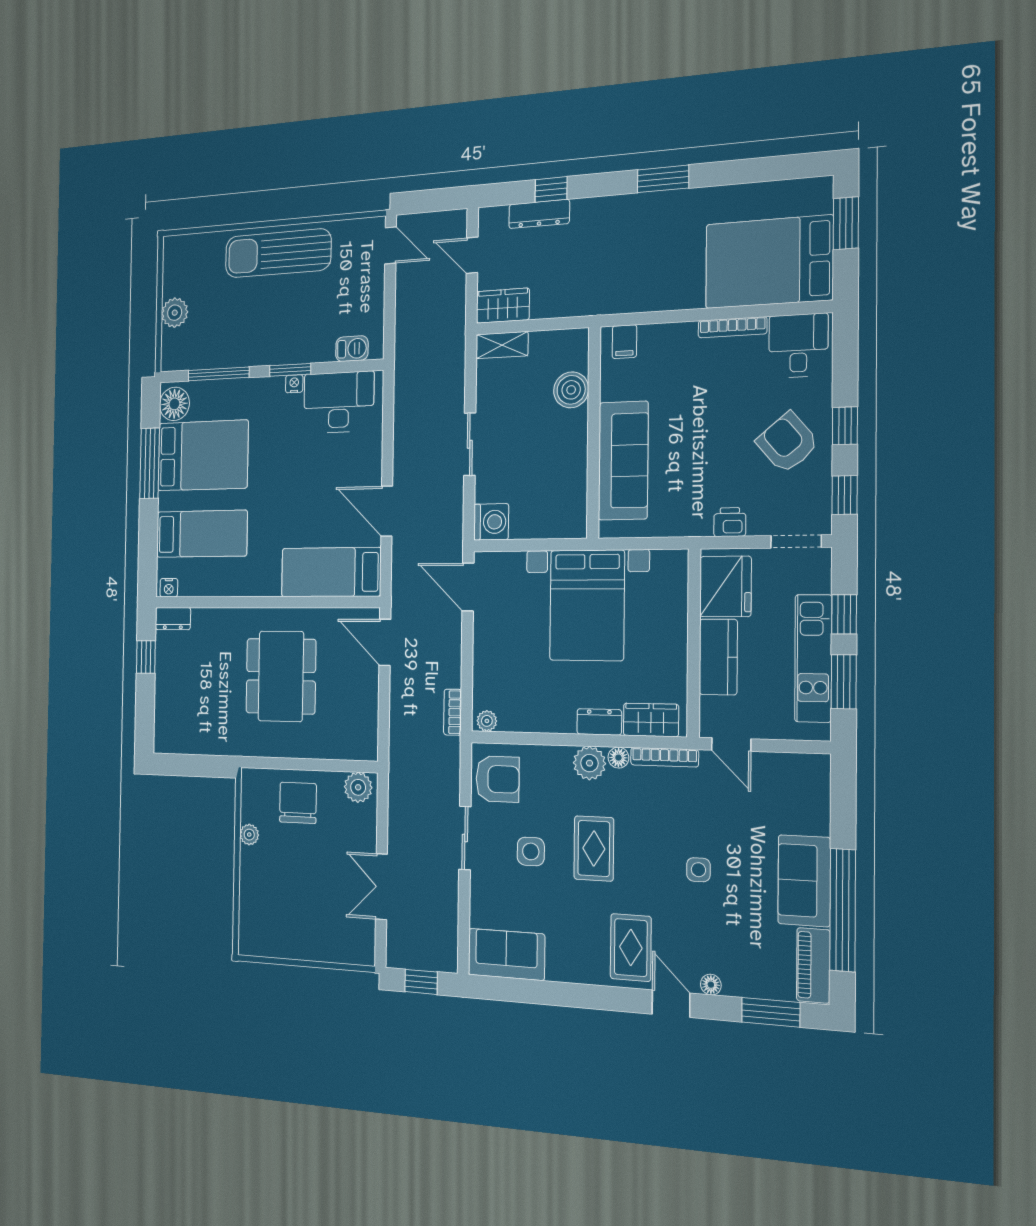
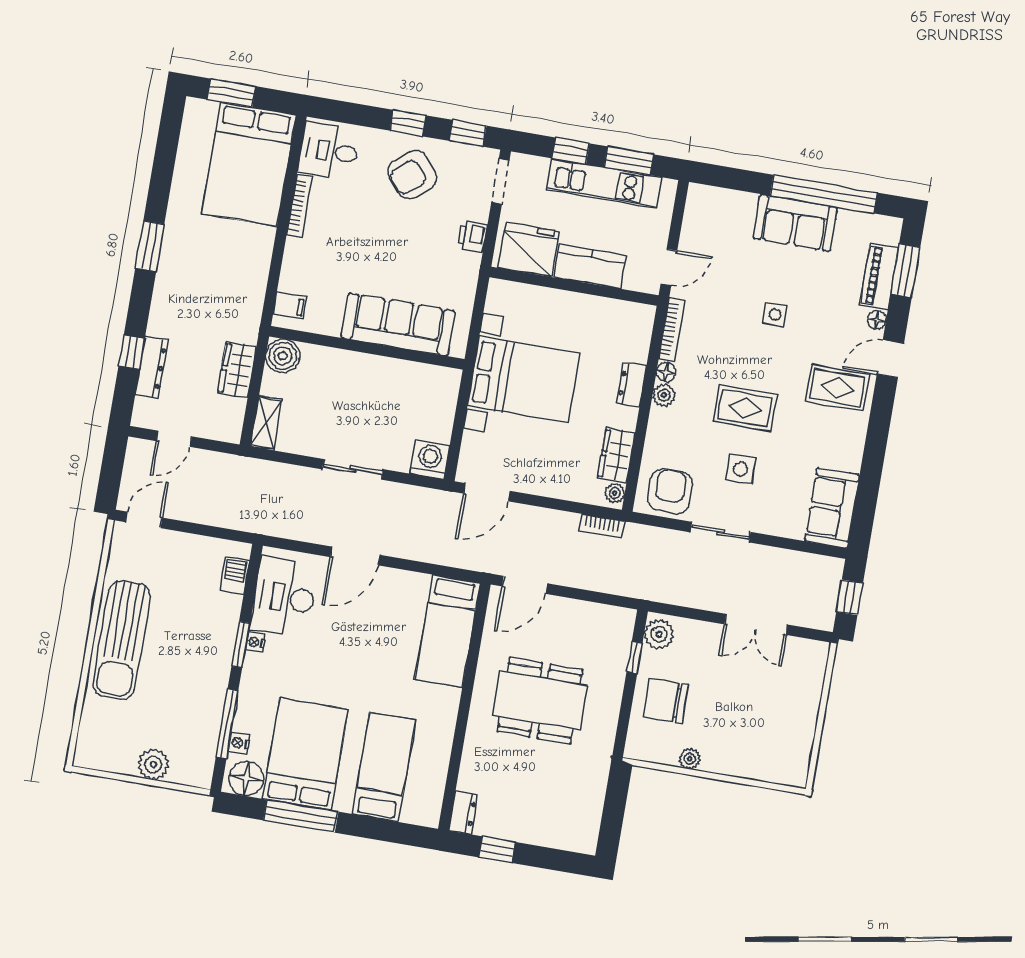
wardrobe: (503, 306) -> (237, 370), moved
boiler: (571, 390) -> (283, 356), moved
door: (387, 511) -> (355, 556), moved
nightstand: (169, 588) -> (239, 743), moved, turned 180
wardrobe: (651, 720) -> (616, 455), moved
plant: (589, 763) -> (664, 395), width x0.73, depth x0.73
window: (333, 765) -> (635, 657), added
piano: (813, 965) -> (879, 276), moved, turned 90

